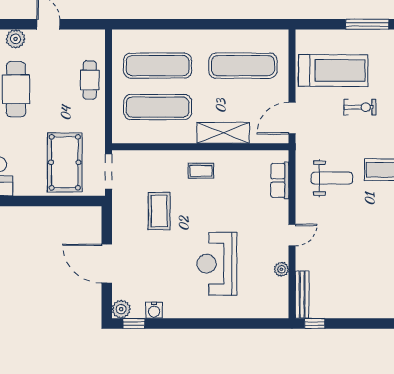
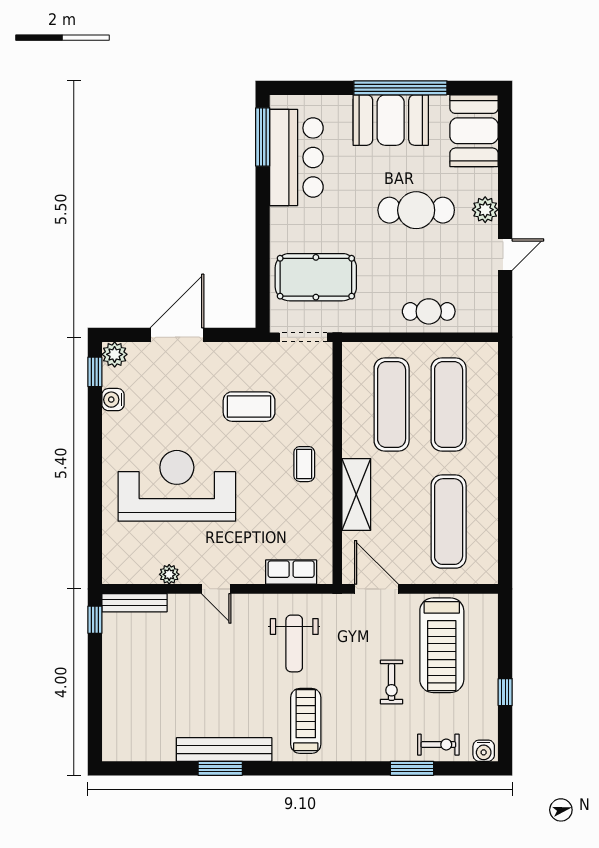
window: (367, 24) -> (505, 692), width x0.46
reception desk: (217, 264) -> (177, 486), width x1.36, depth x1.30

